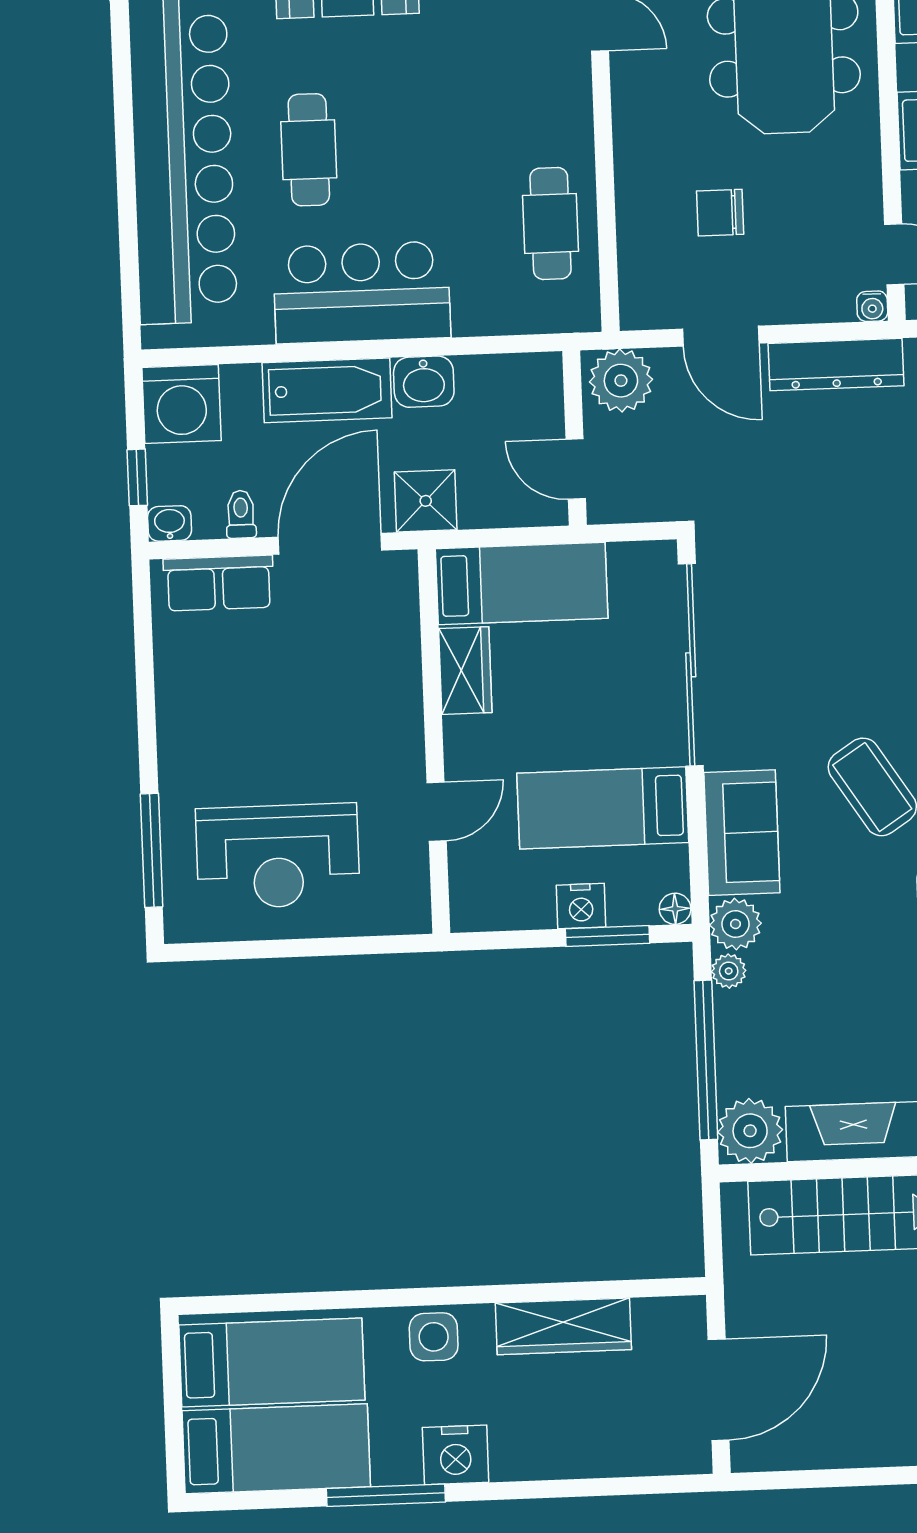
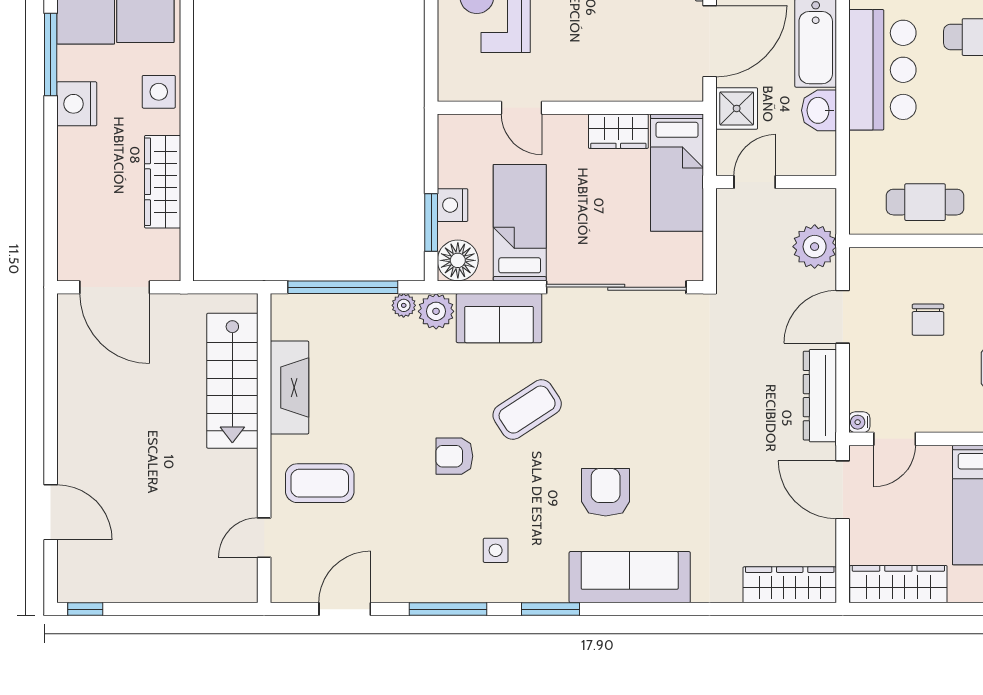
chair: (720, 213) -> (928, 320), turned 180
wall: (575, 438) -> (776, 182), moved
door: (576, 469) -> (755, 182), moved
door: (330, 544) -> (710, 41), hinge flipped
floor lamp: (675, 909) -> (458, 260), width x1.89, depth x1.89
plant: (750, 1131) -> (293, 316), removed

